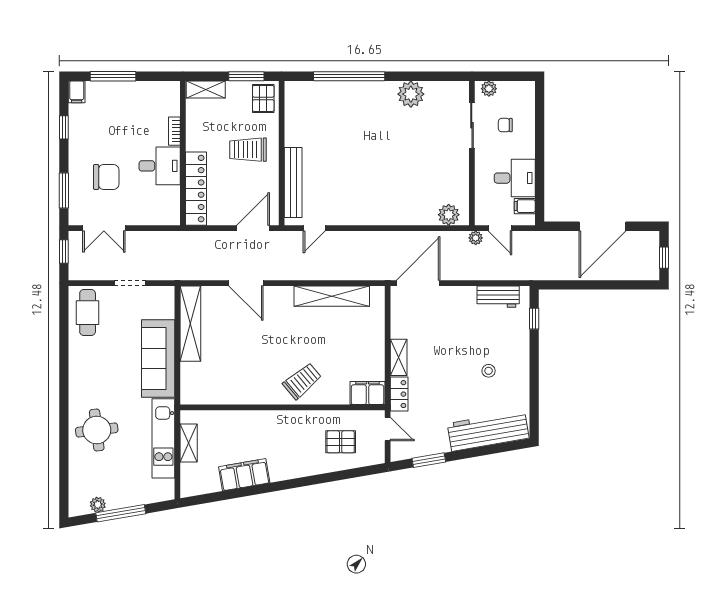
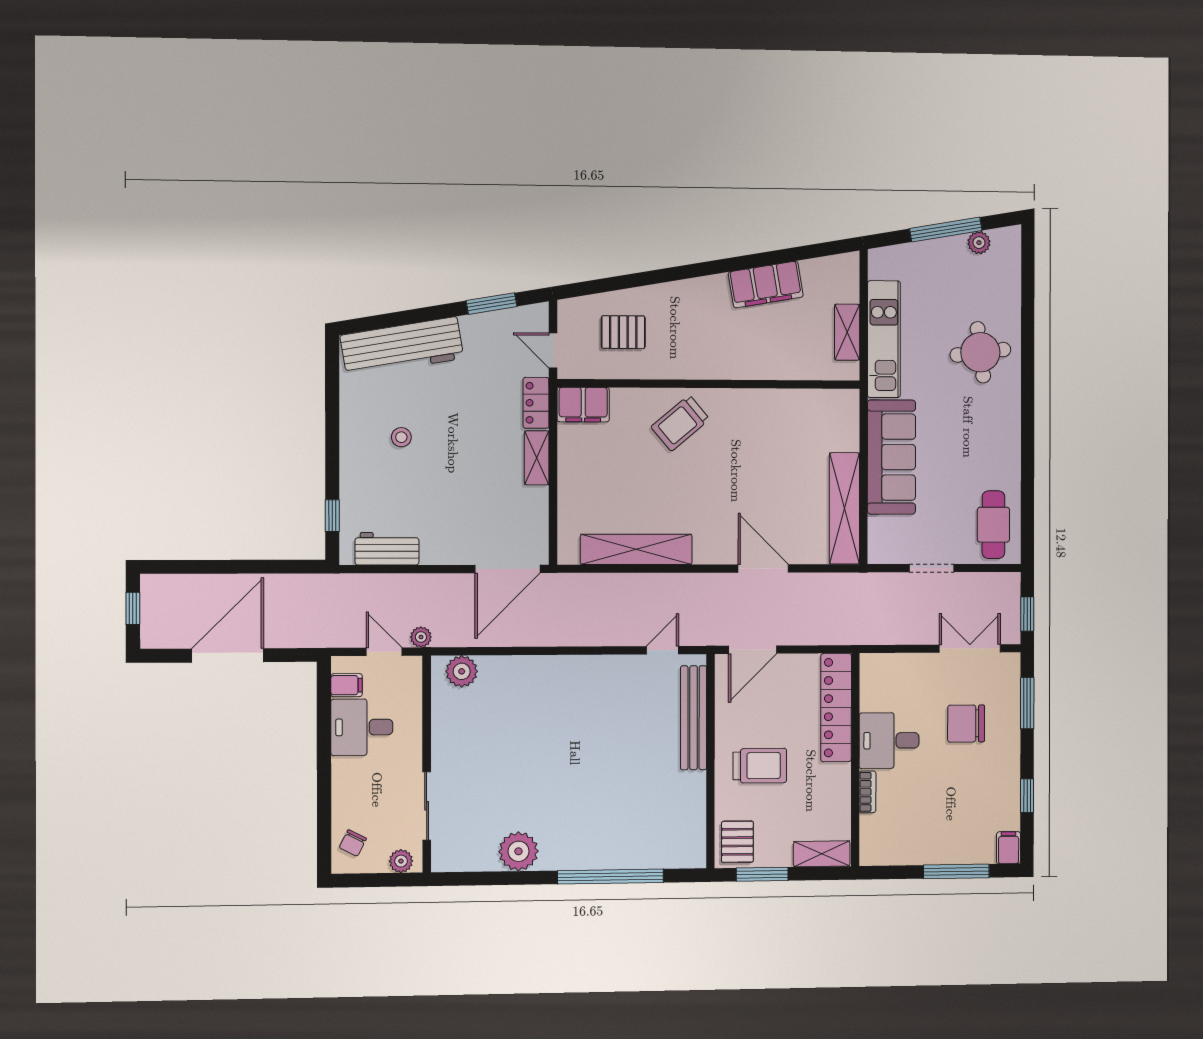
chair: (505, 125) -> (353, 843), moved, turned 117

